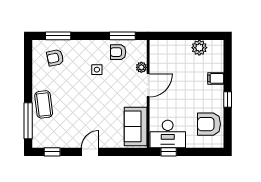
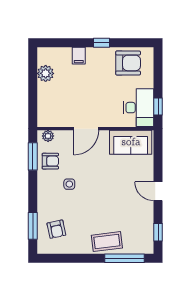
armchair: (118, 52) -> (50, 161), turned -90
plant: (141, 67) -> (48, 136), moved
door: (148, 85) -> (86, 129), swing flipped
armchair: (209, 124) -> (128, 63), turned -90

